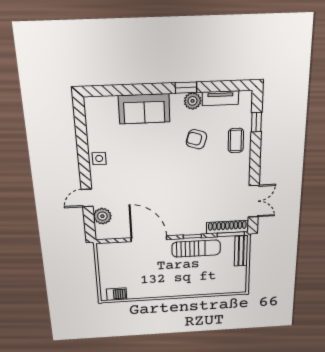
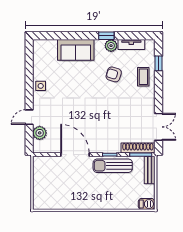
sun lounger: (196, 249) -> (113, 166), turned 180
barbecue: (117, 294) -> (146, 204), moved

